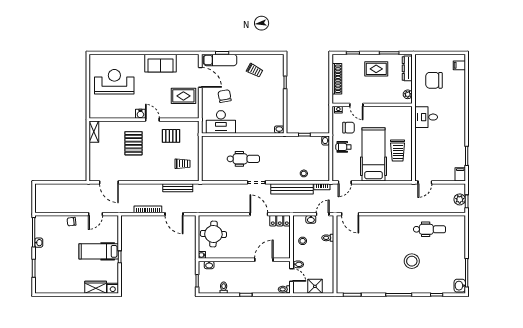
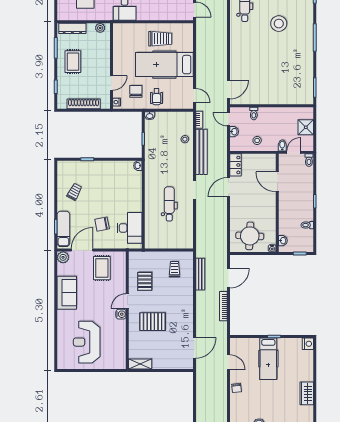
plant: (193, 60) -> (63, 257), added
wardrobe: (96, 287) -> (307, 393), moved

